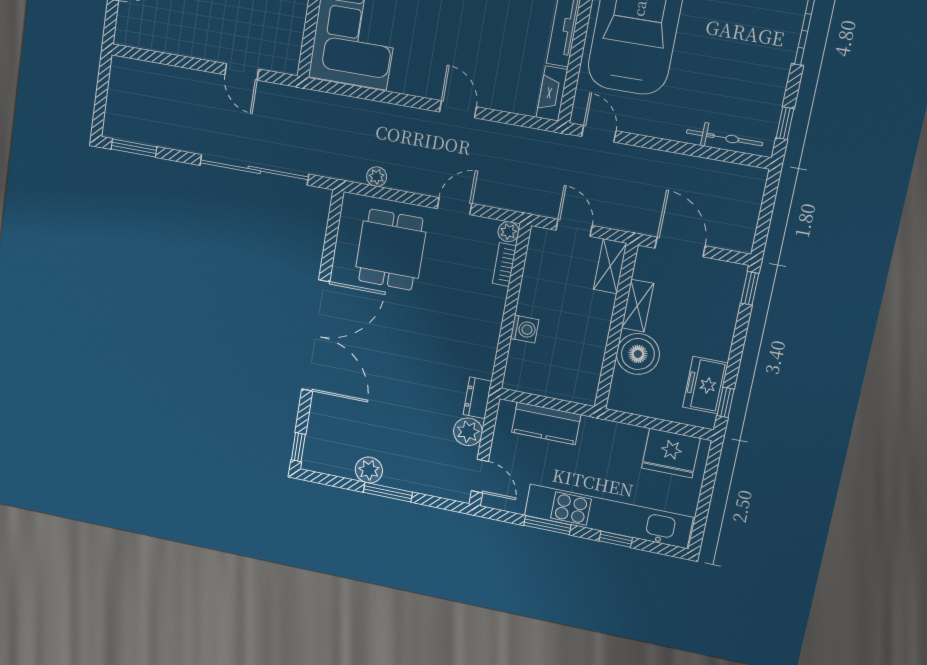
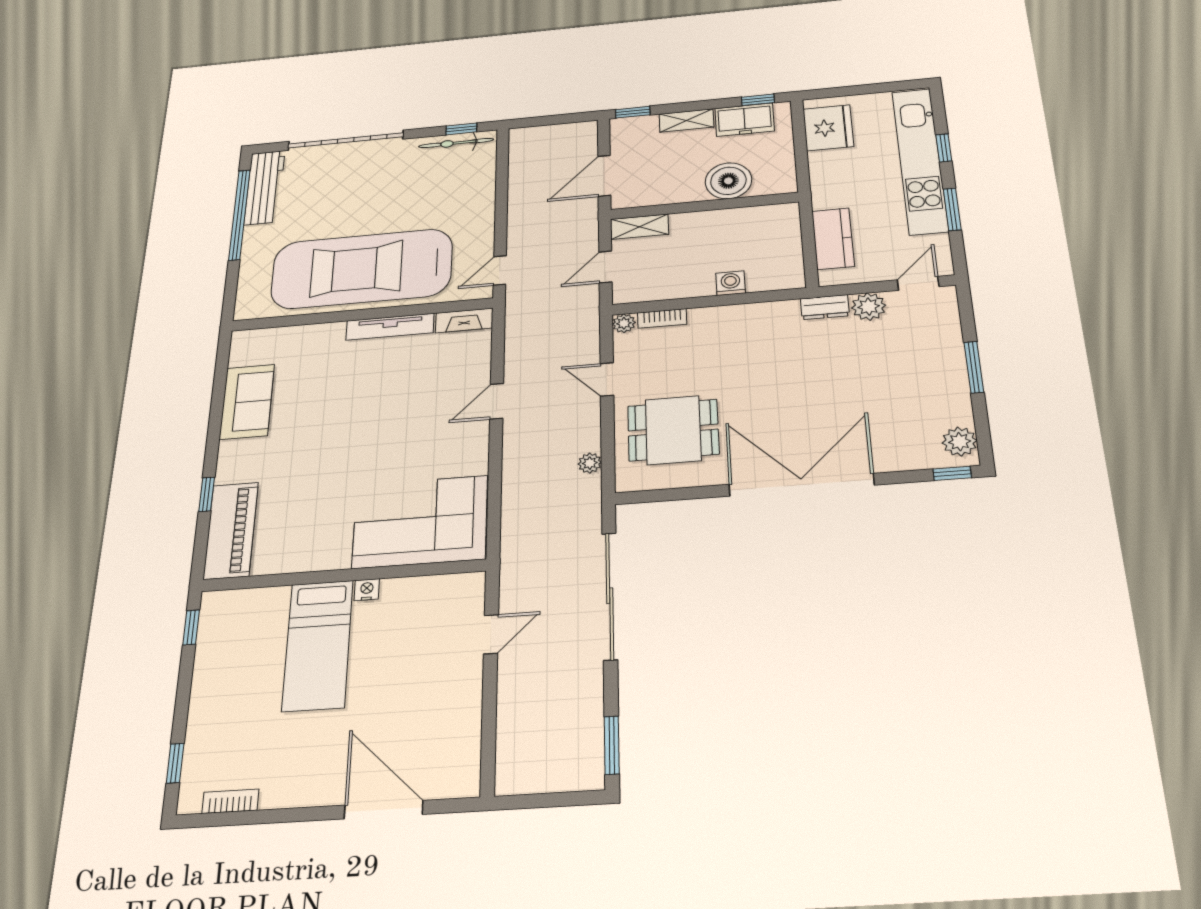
bicycle: (725, 138) -> (456, 143), moved, turned -90
shelving: (637, 306) -> (686, 120), moved
plant: (369, 470) -> (960, 442), moved

